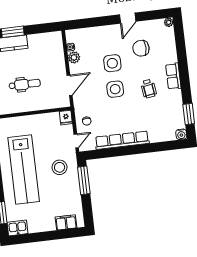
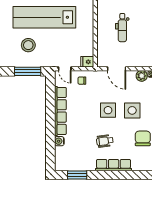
row of seats: (173, 76) -> (114, 165), width x1.48
water cooler: (181, 134) -> (59, 141), moved
stool: (60, 167) -> (28, 45), moved

